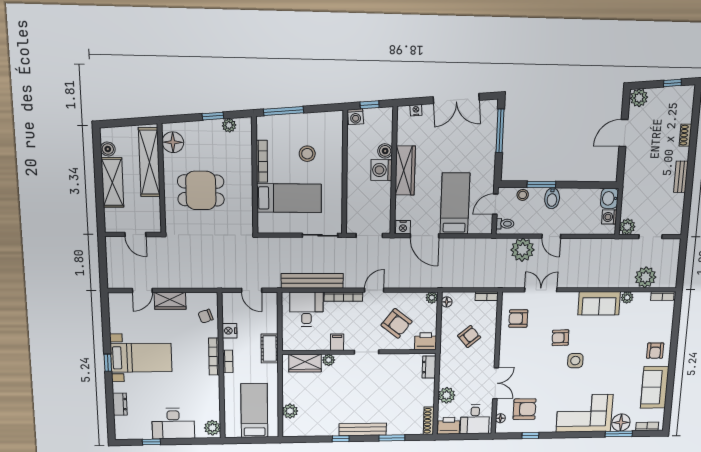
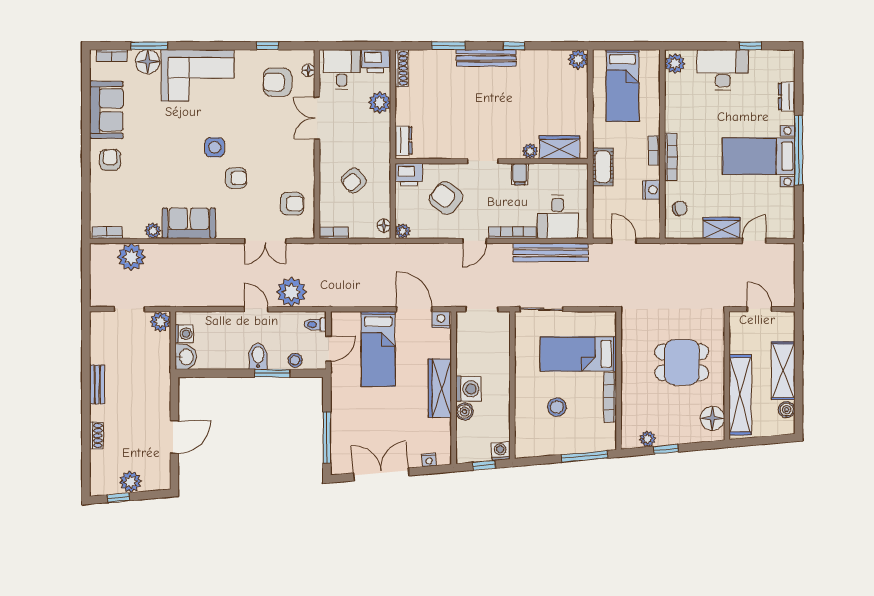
plant: (639, 98) -> (131, 482), moved
window: (108, 363) -> (799, 150), width x3.17
plant: (290, 411) -> (578, 59), moved

